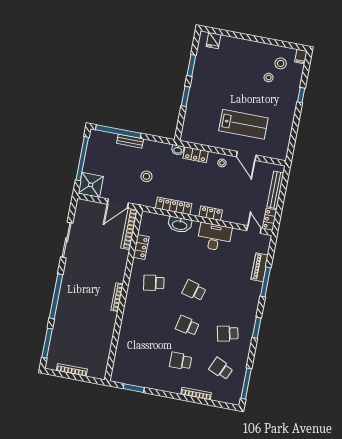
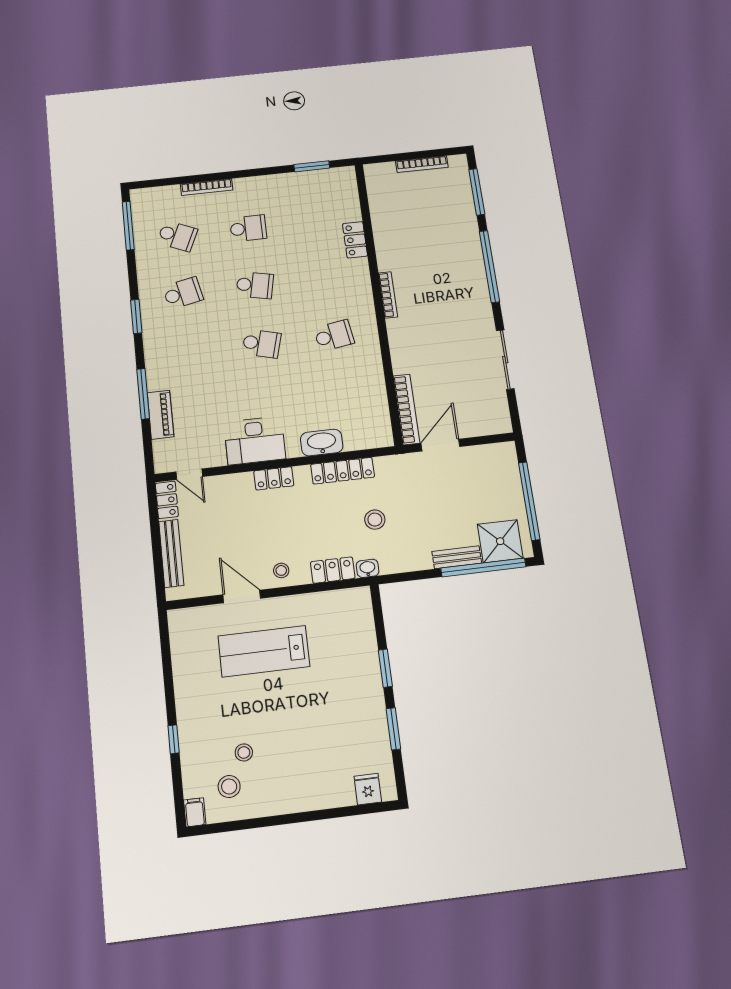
stool: (146, 176) -> (375, 520), moved
shower: (91, 185) -> (500, 541), moved
locker: (141, 247) -> (355, 240), moved

